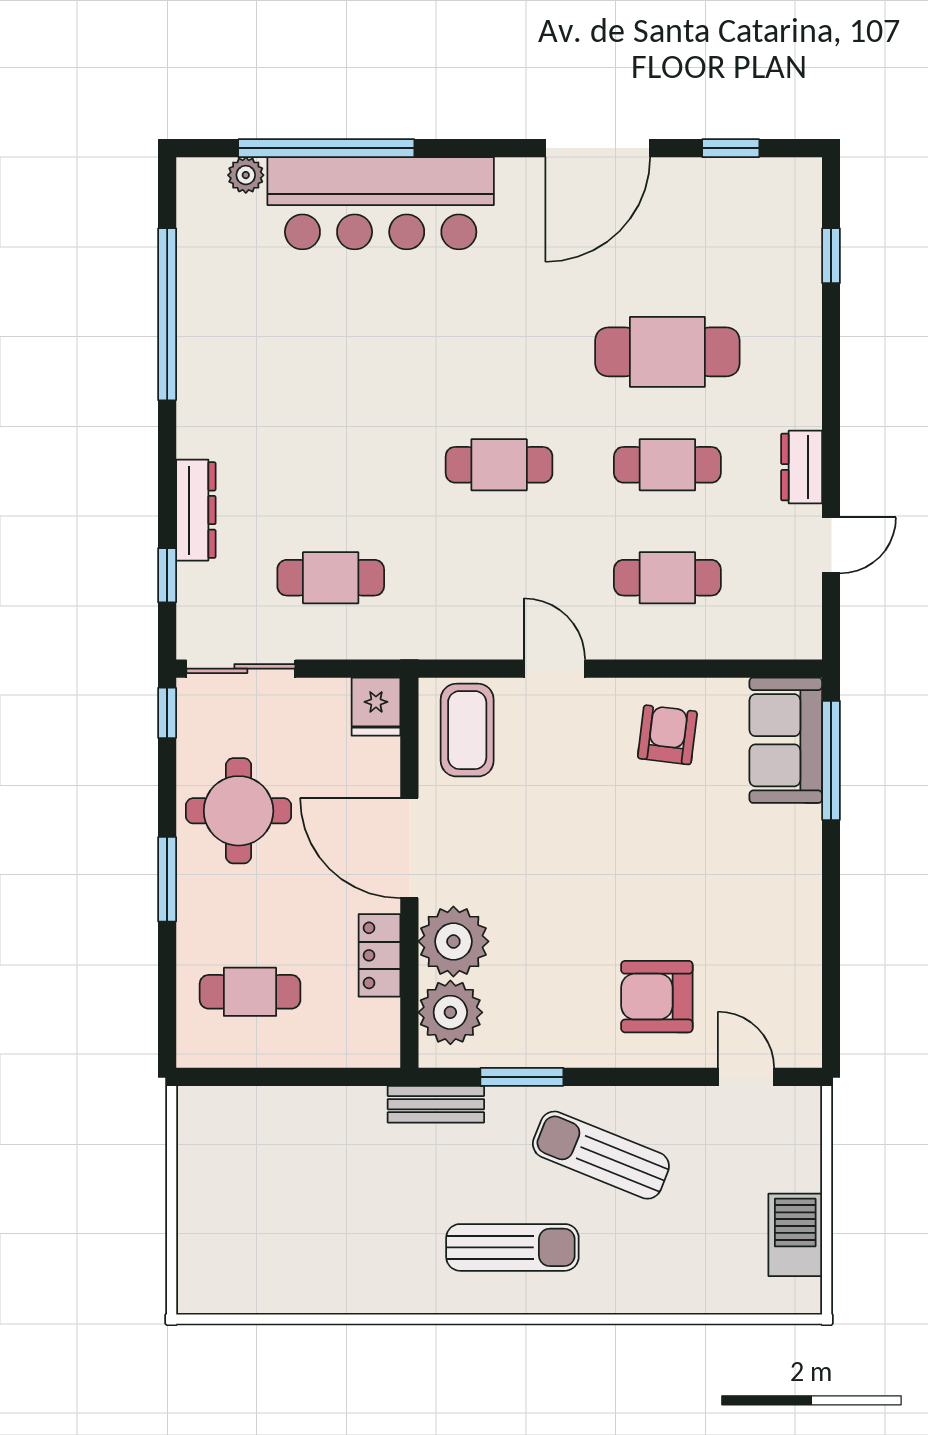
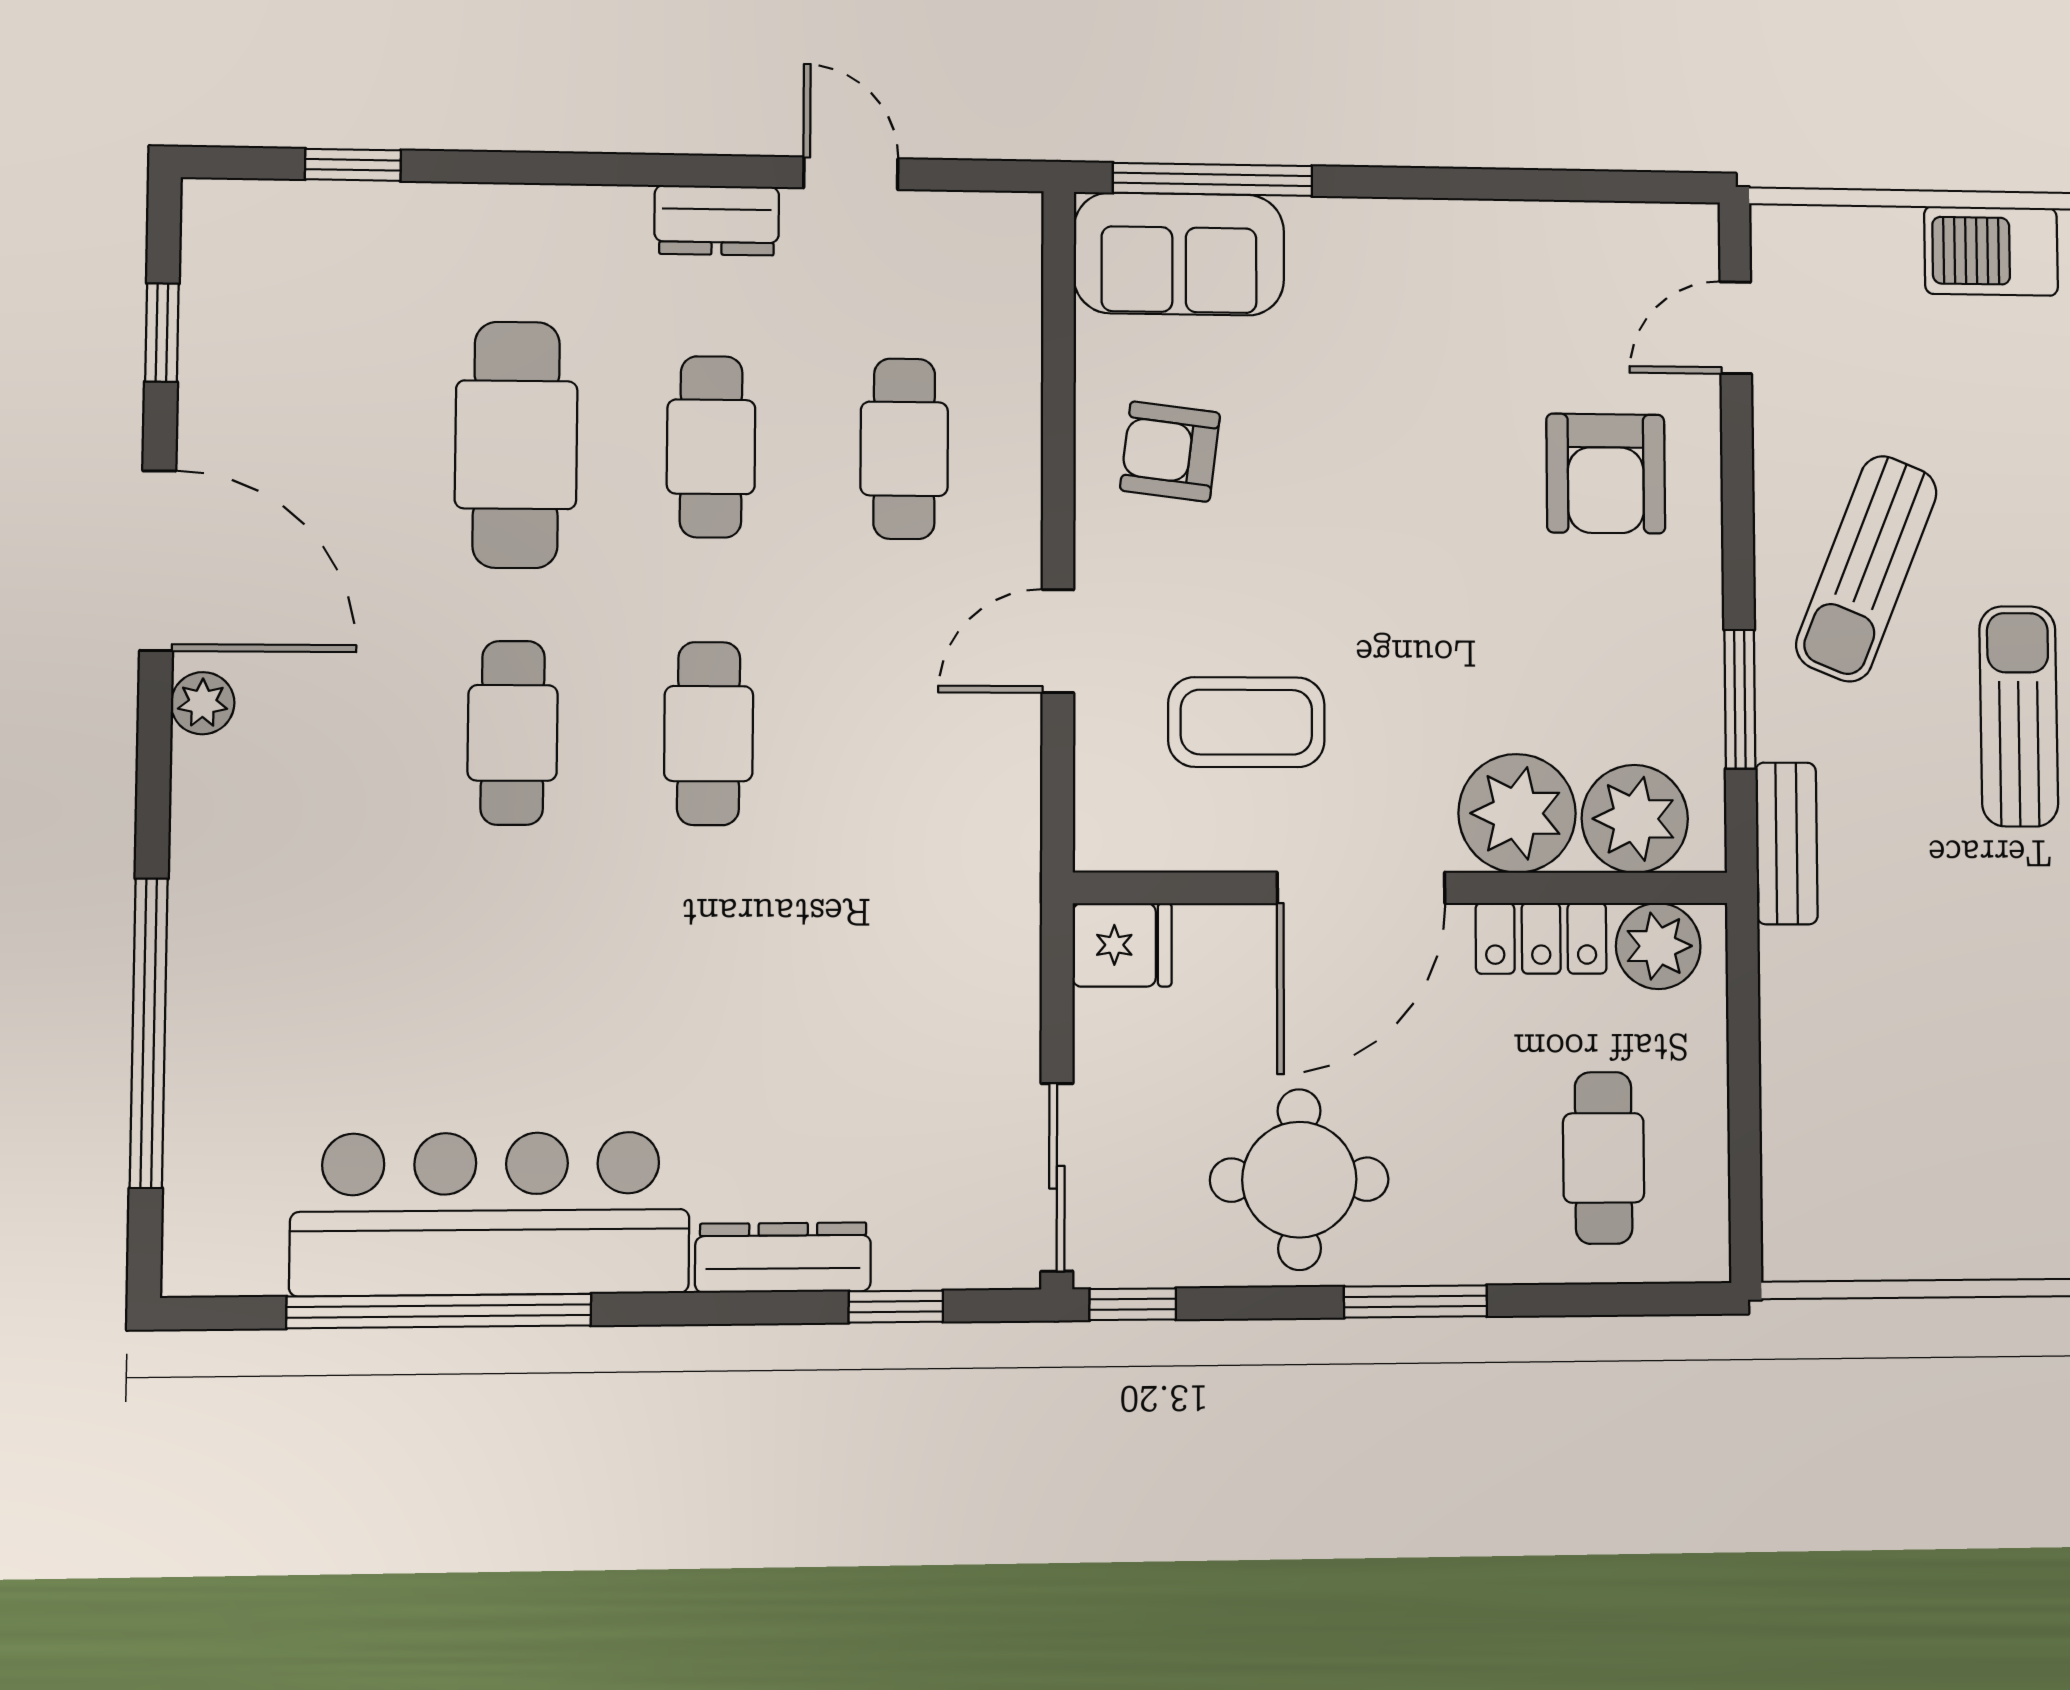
plant: (246, 175) -> (203, 703), moved
bar counter: (381, 203) -> (491, 1214), moved, turned -90
cafe table: (331, 578) -> (513, 733), moved
coffee table: (467, 730) -> (1246, 722), moved
plant: (375, 1026) -> (1658, 946), added

